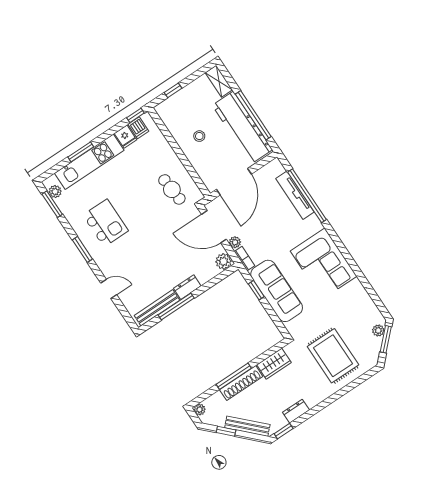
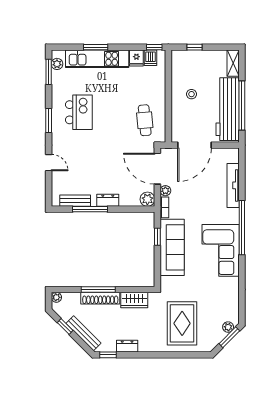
window: (307, 196) -> (242, 228), moved
bench: (157, 308) -> (75, 201), width x0.73

